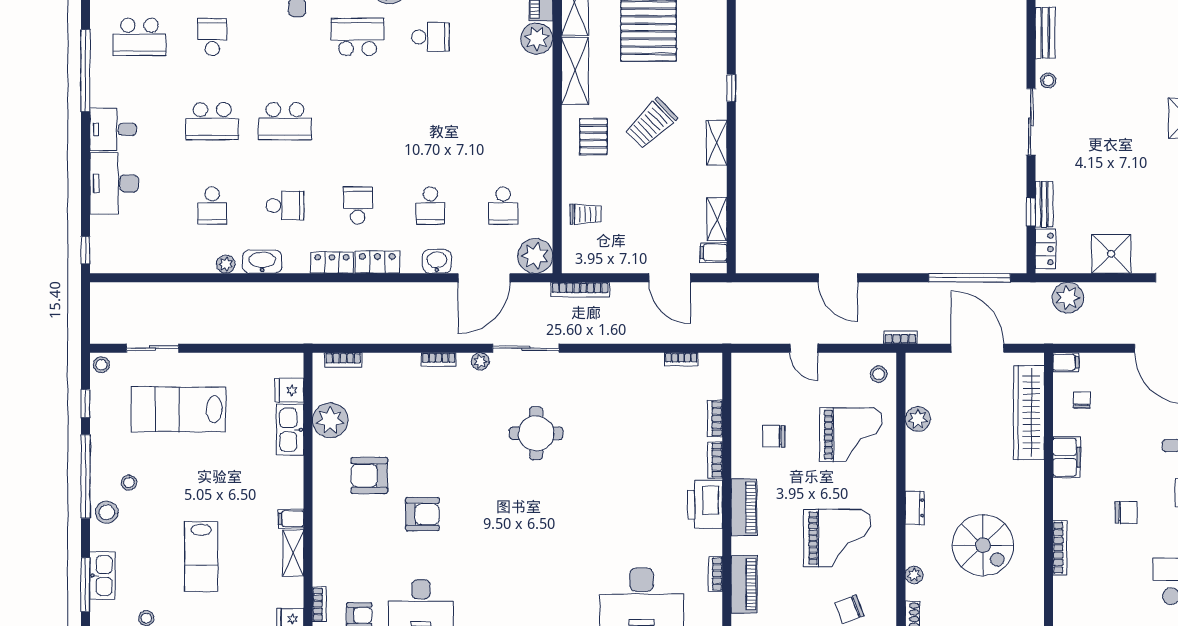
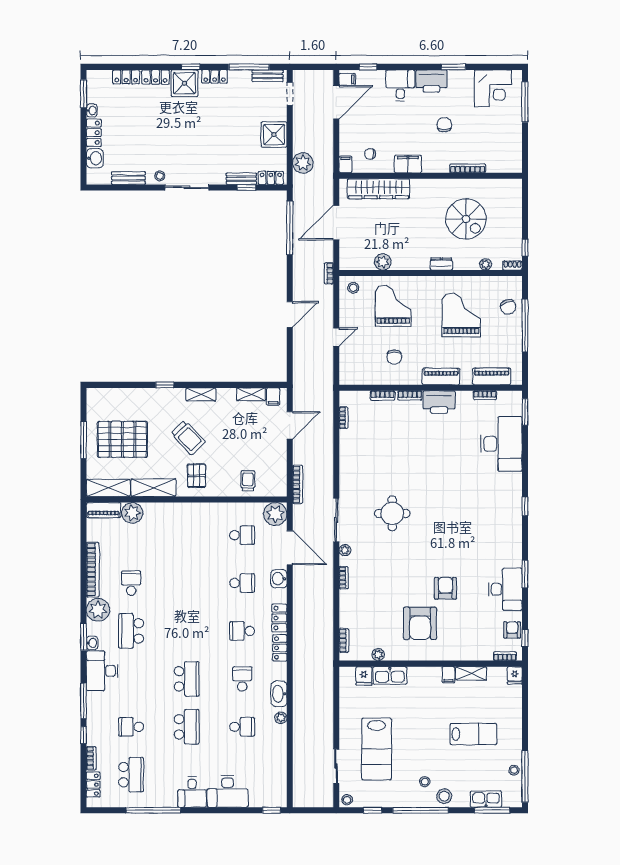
pallet: (593, 136) -> (197, 476), turned 90
plant: (330, 420) -> (378, 655), width x0.53, depth x0.53
armchair: (369, 475) -> (420, 623), width x1.36, depth x1.36
spiral stairs: (983, 545) -> (466, 219), turned 90

